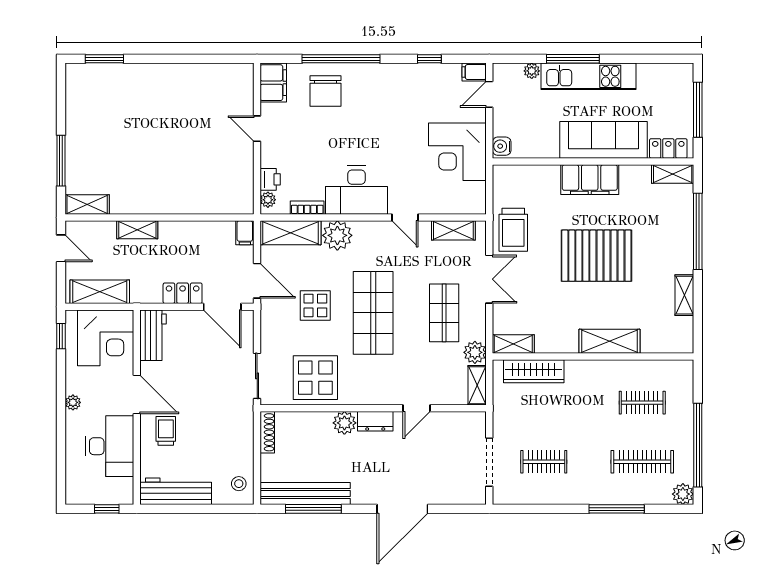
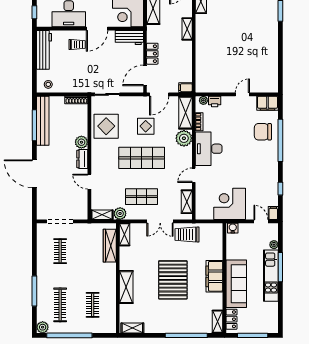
shelving: (684, 295) -> (132, 328), moved

